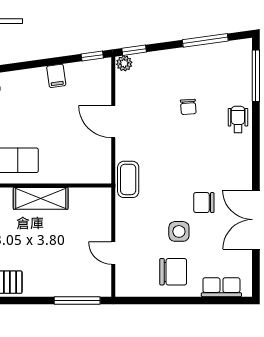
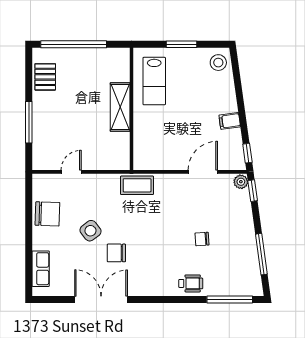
door: (113, 122) -> (203, 172), moved
chair: (204, 203) -> (116, 253), turned -90
side table: (179, 231) -> (90, 231), turned -38
chair: (173, 272) -> (47, 214), moved, turned -88
window: (77, 300) -> (29, 122), moved

